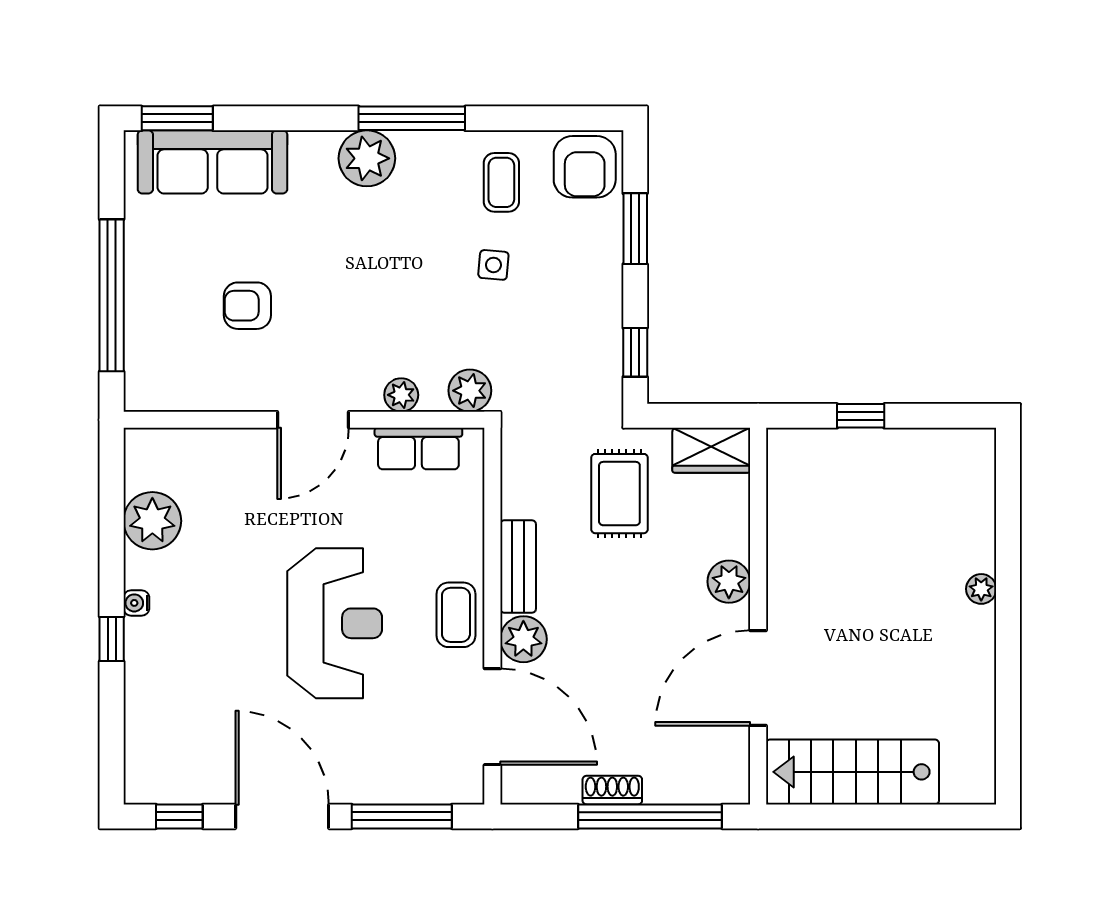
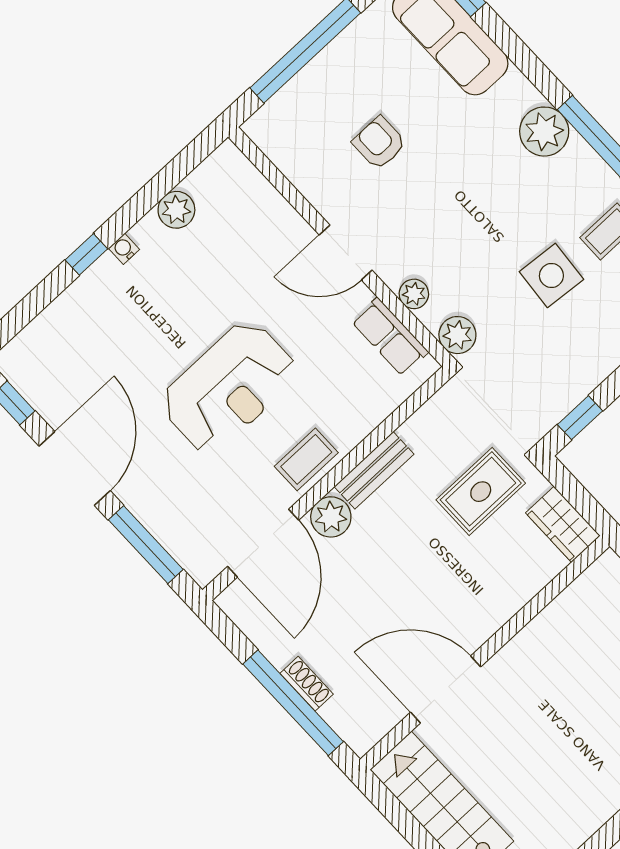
side table: (493, 265) -> (551, 276), width x1.87, depth x1.87
plant: (152, 521) -> (176, 210), width x0.73, depth x0.73
plant: (729, 582) -> (490, 614), removed
shoe rack: (612, 790) -> (307, 684), moved

